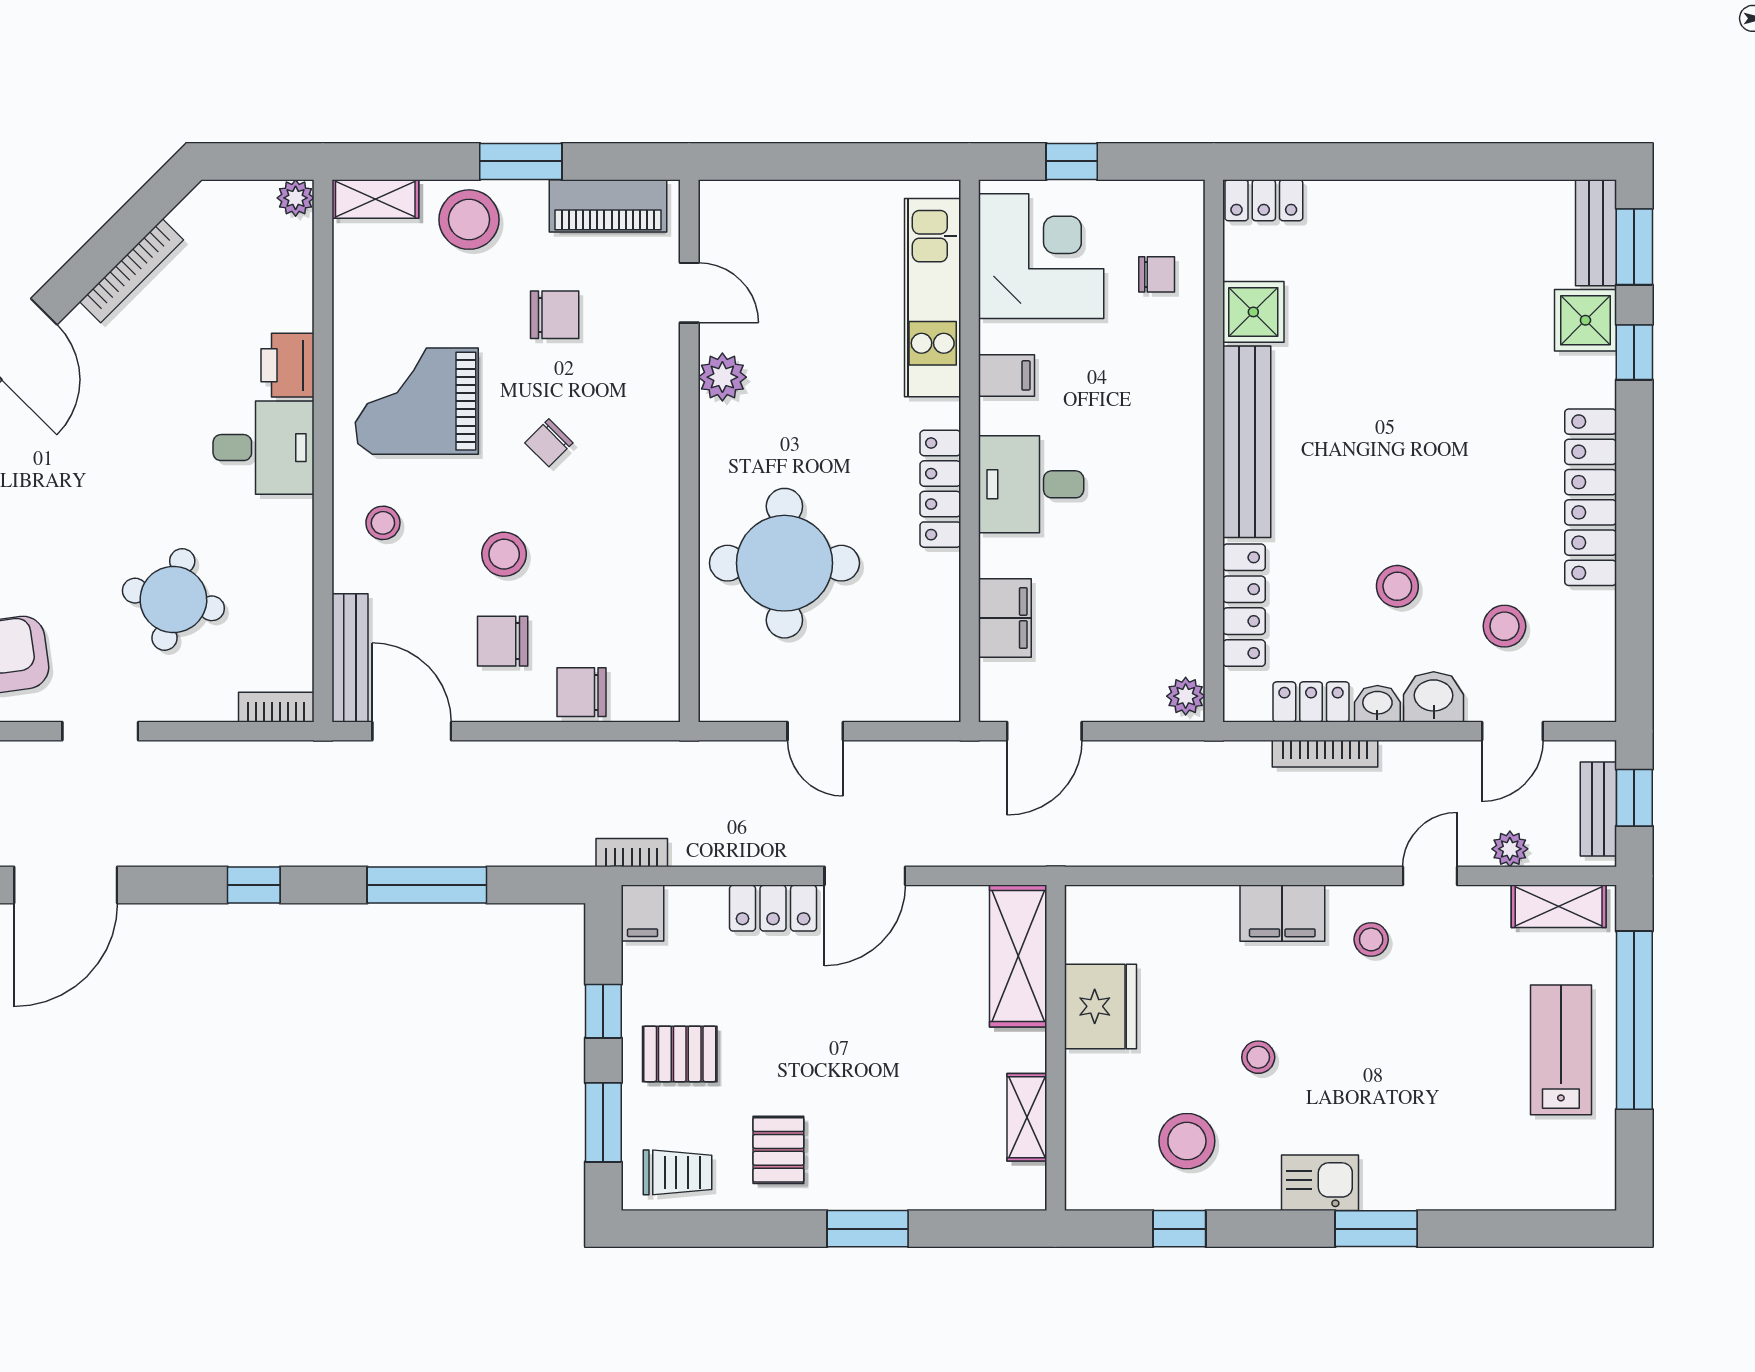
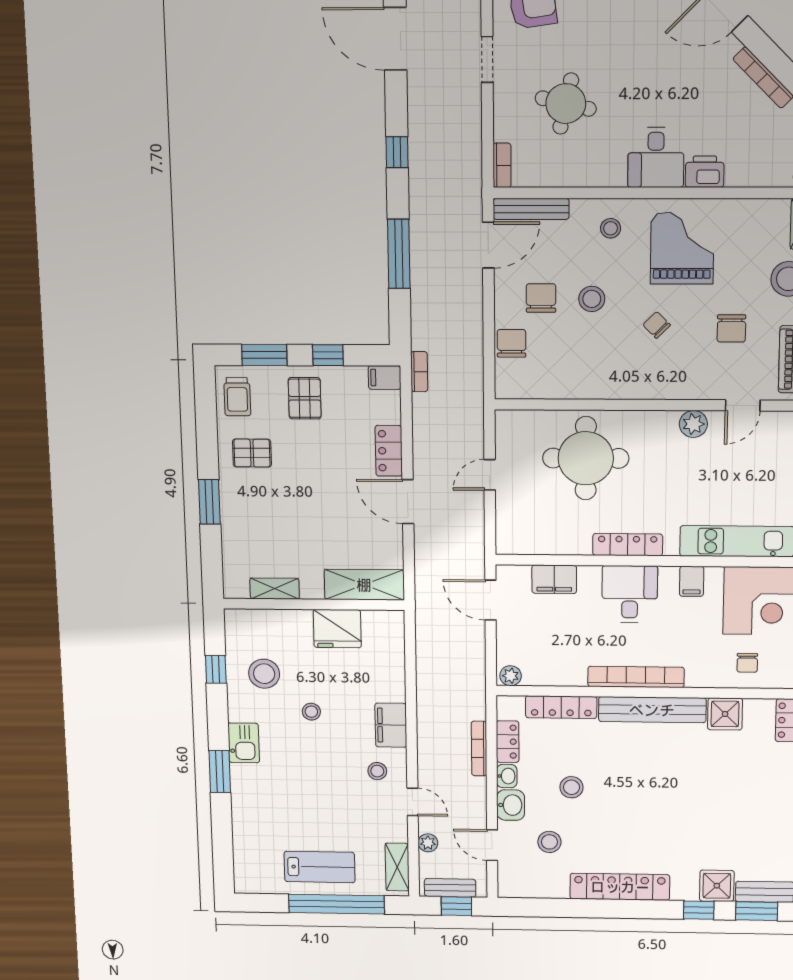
bookcase: (1185, 472) -> (636, 677), added

